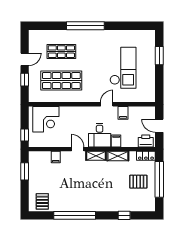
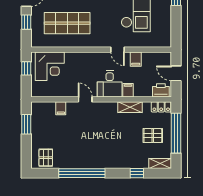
door: (107, 104) -> (118, 50), swing flipped
window: (25, 135) -> (26, 68), moved
shelving: (96, 156) -> (160, 164), moved

